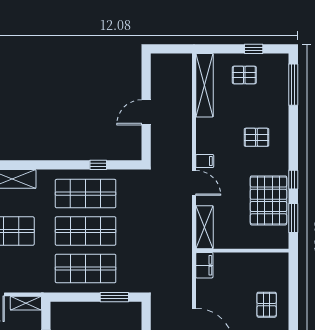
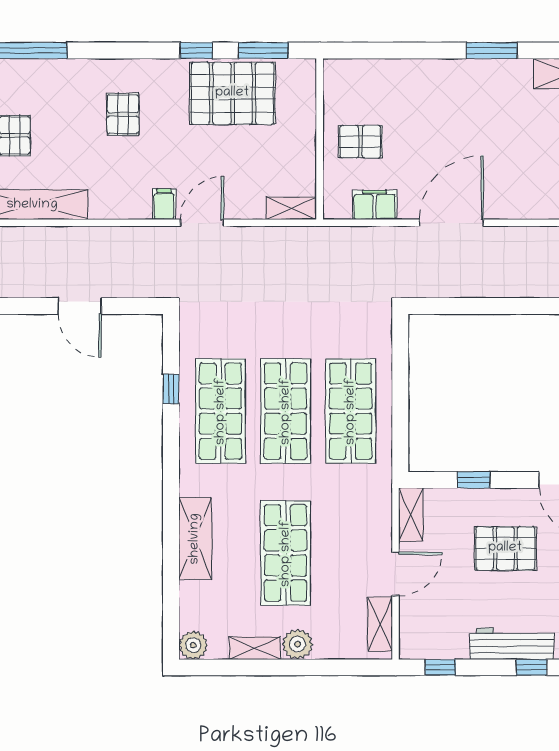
shelving: (204, 227) -> (291, 208), width x0.67, depth x0.75
filing cabinet: (204, 265) -> (375, 205), moved
window: (114, 297) -> (400, 361), removed
pallet: (267, 305) -> (360, 142), moved

